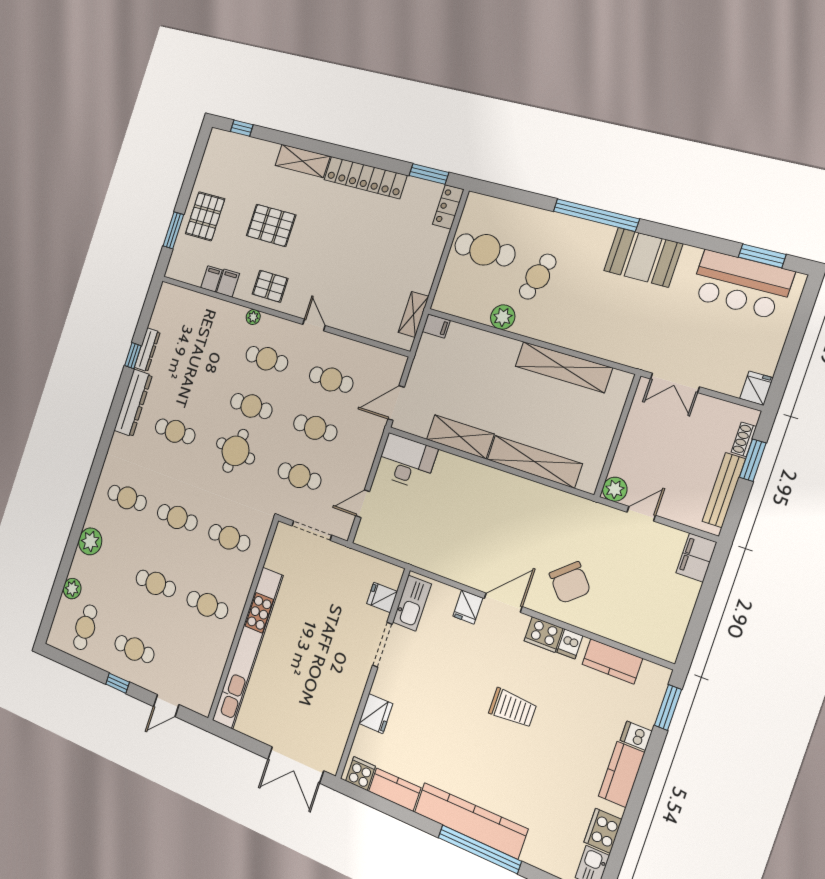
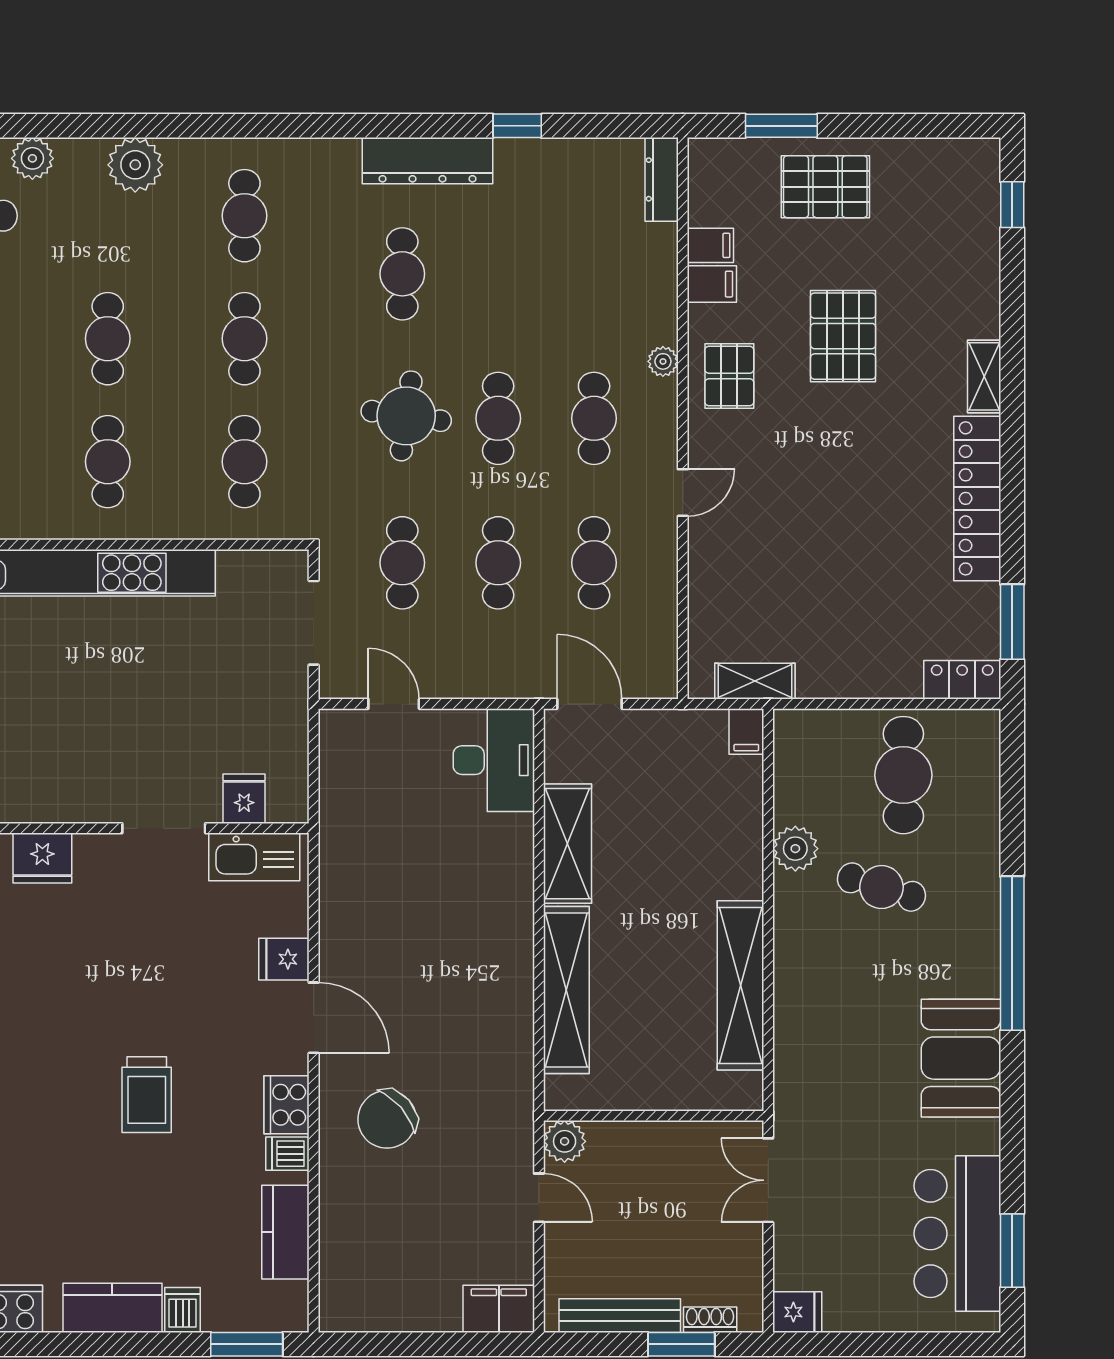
shelving: (302, 161) -> (984, 376), width x0.67, depth x0.75
dresser: (147, 350) -> (662, 179), moved, turned 90

